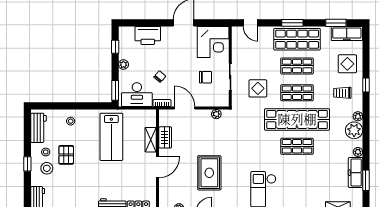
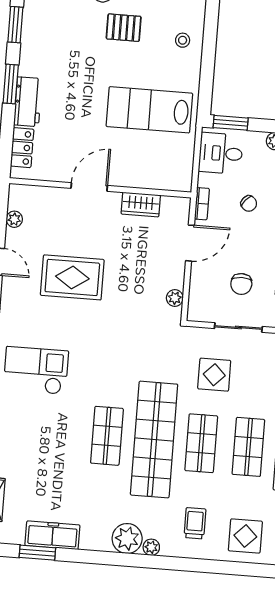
window: (366, 85) -> (205, 566), removed
desk: (137, 95) -> (221, 153), width x0.73
shelving: (151, 140) -> (139, 179), removed
plant: (358, 152) -> (88, 542), removed
door: (158, 167) -> (89, 187), swing flipped

